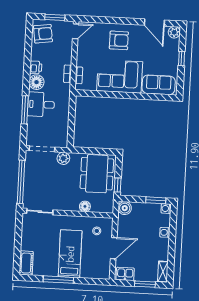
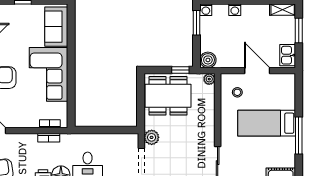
floor lamp: (85, 206) -> (208, 108), removed
plant: (109, 208) -> (209, 79), added

